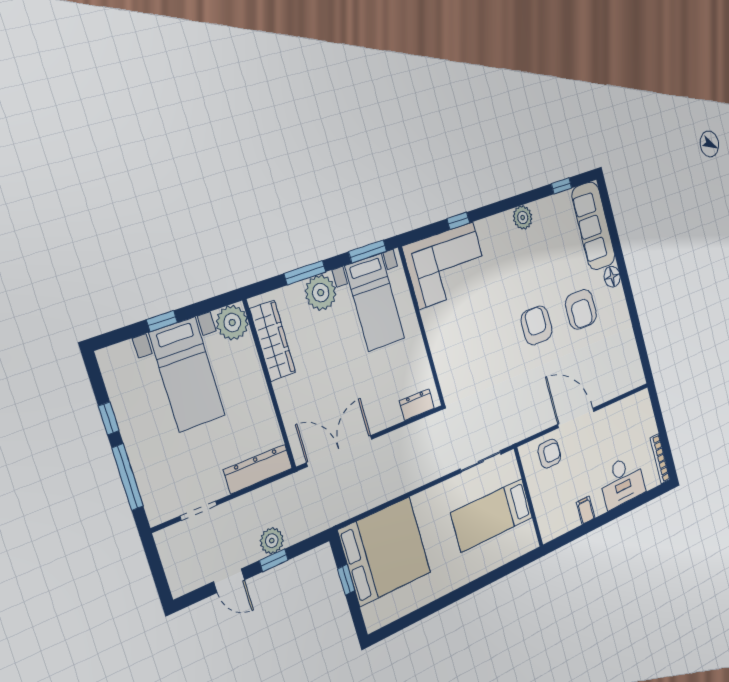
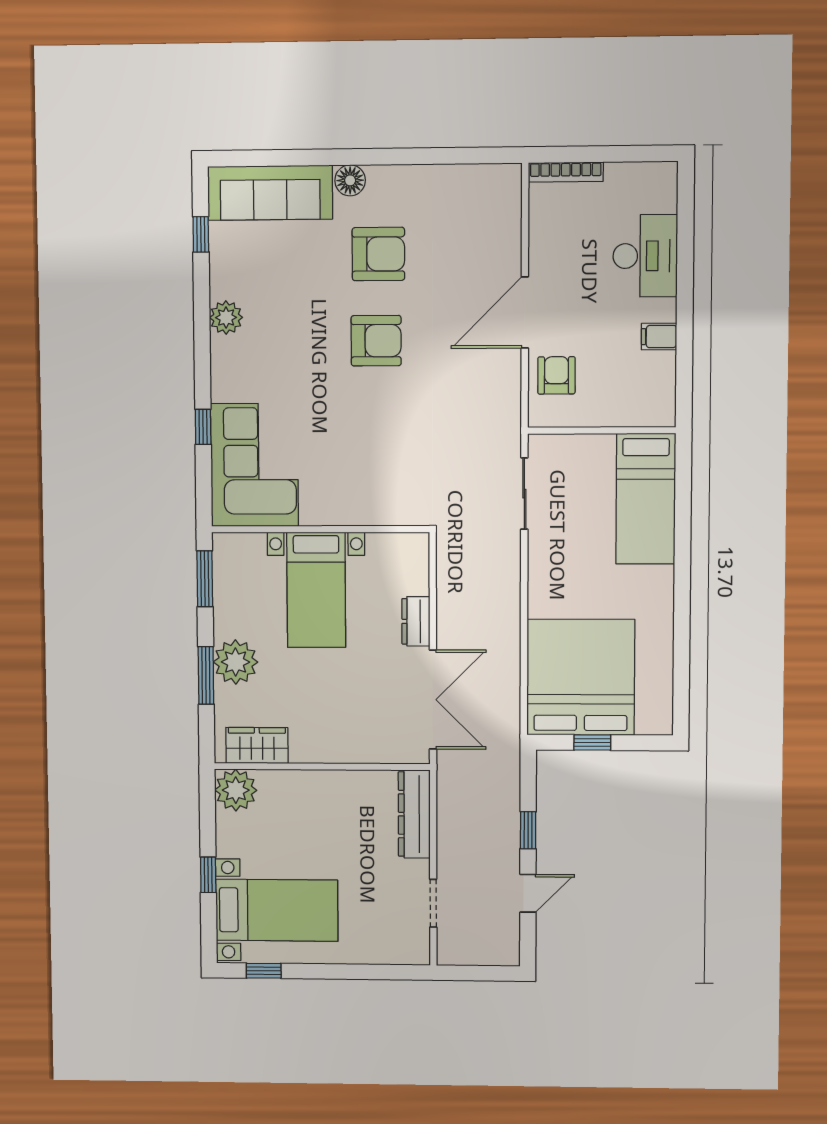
bed with nightstands: (375, 302) -> (316, 590), moved, turned 90
armchair: (537, 325) -> (376, 341), turned 180
wardrobe: (273, 341) -> (257, 745), width x0.67
bed with nightstands: (187, 374) -> (277, 910), moved
dresser: (417, 405) -> (416, 621), moved
window: (109, 418) -> (264, 971), moved
double door: (339, 451) -> (433, 700), swing flipped
bookcase: (660, 459) -> (566, 172), moved
window: (127, 477) -> (364, 972), removed
bed: (492, 515) -> (646, 499), moved
plant: (272, 541) -> (504, 825), removed

